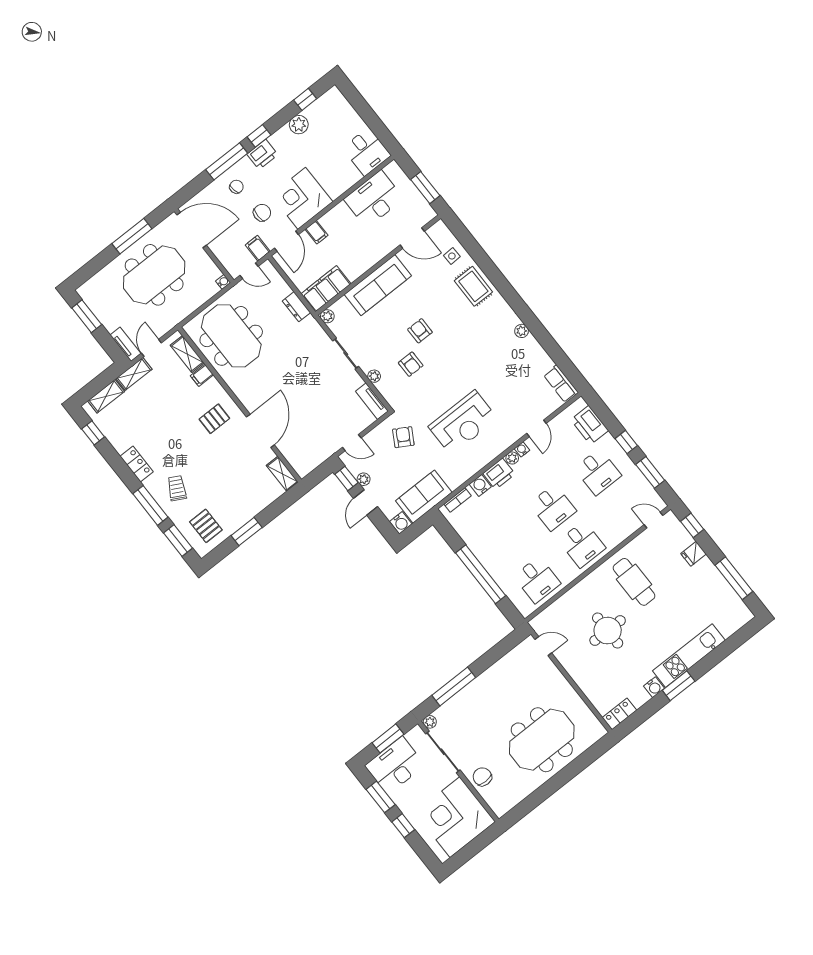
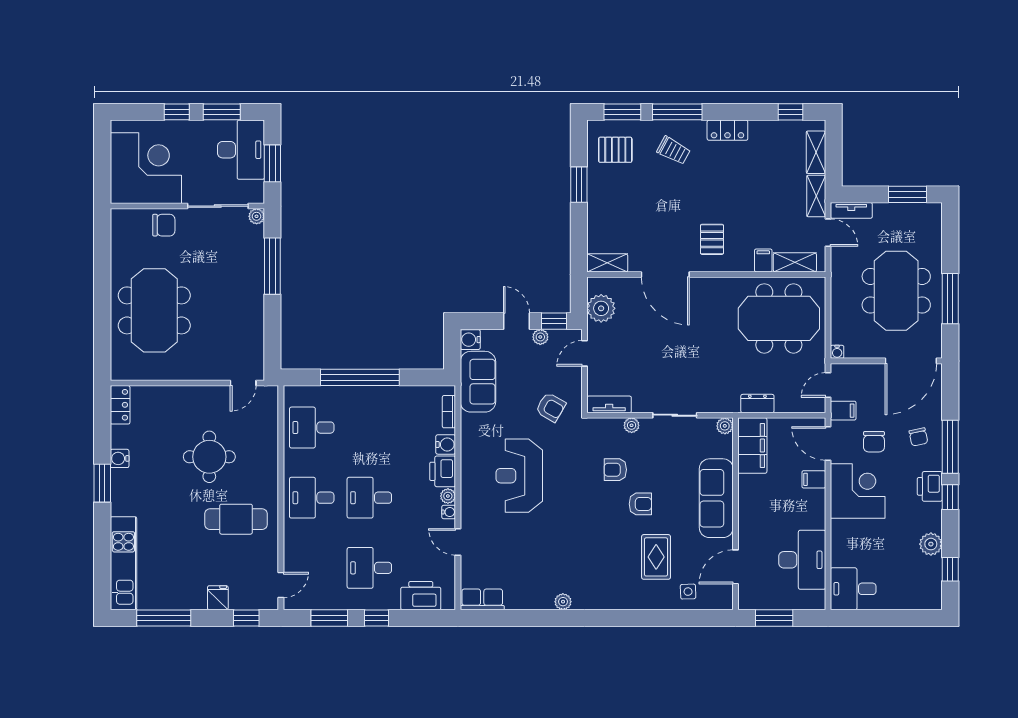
rug: (473, 286) -> (656, 557), moved, turned 90
plant: (315, 455) -> (601, 308), added
kitchen unit: (689, 656) -> (123, 563), moved

